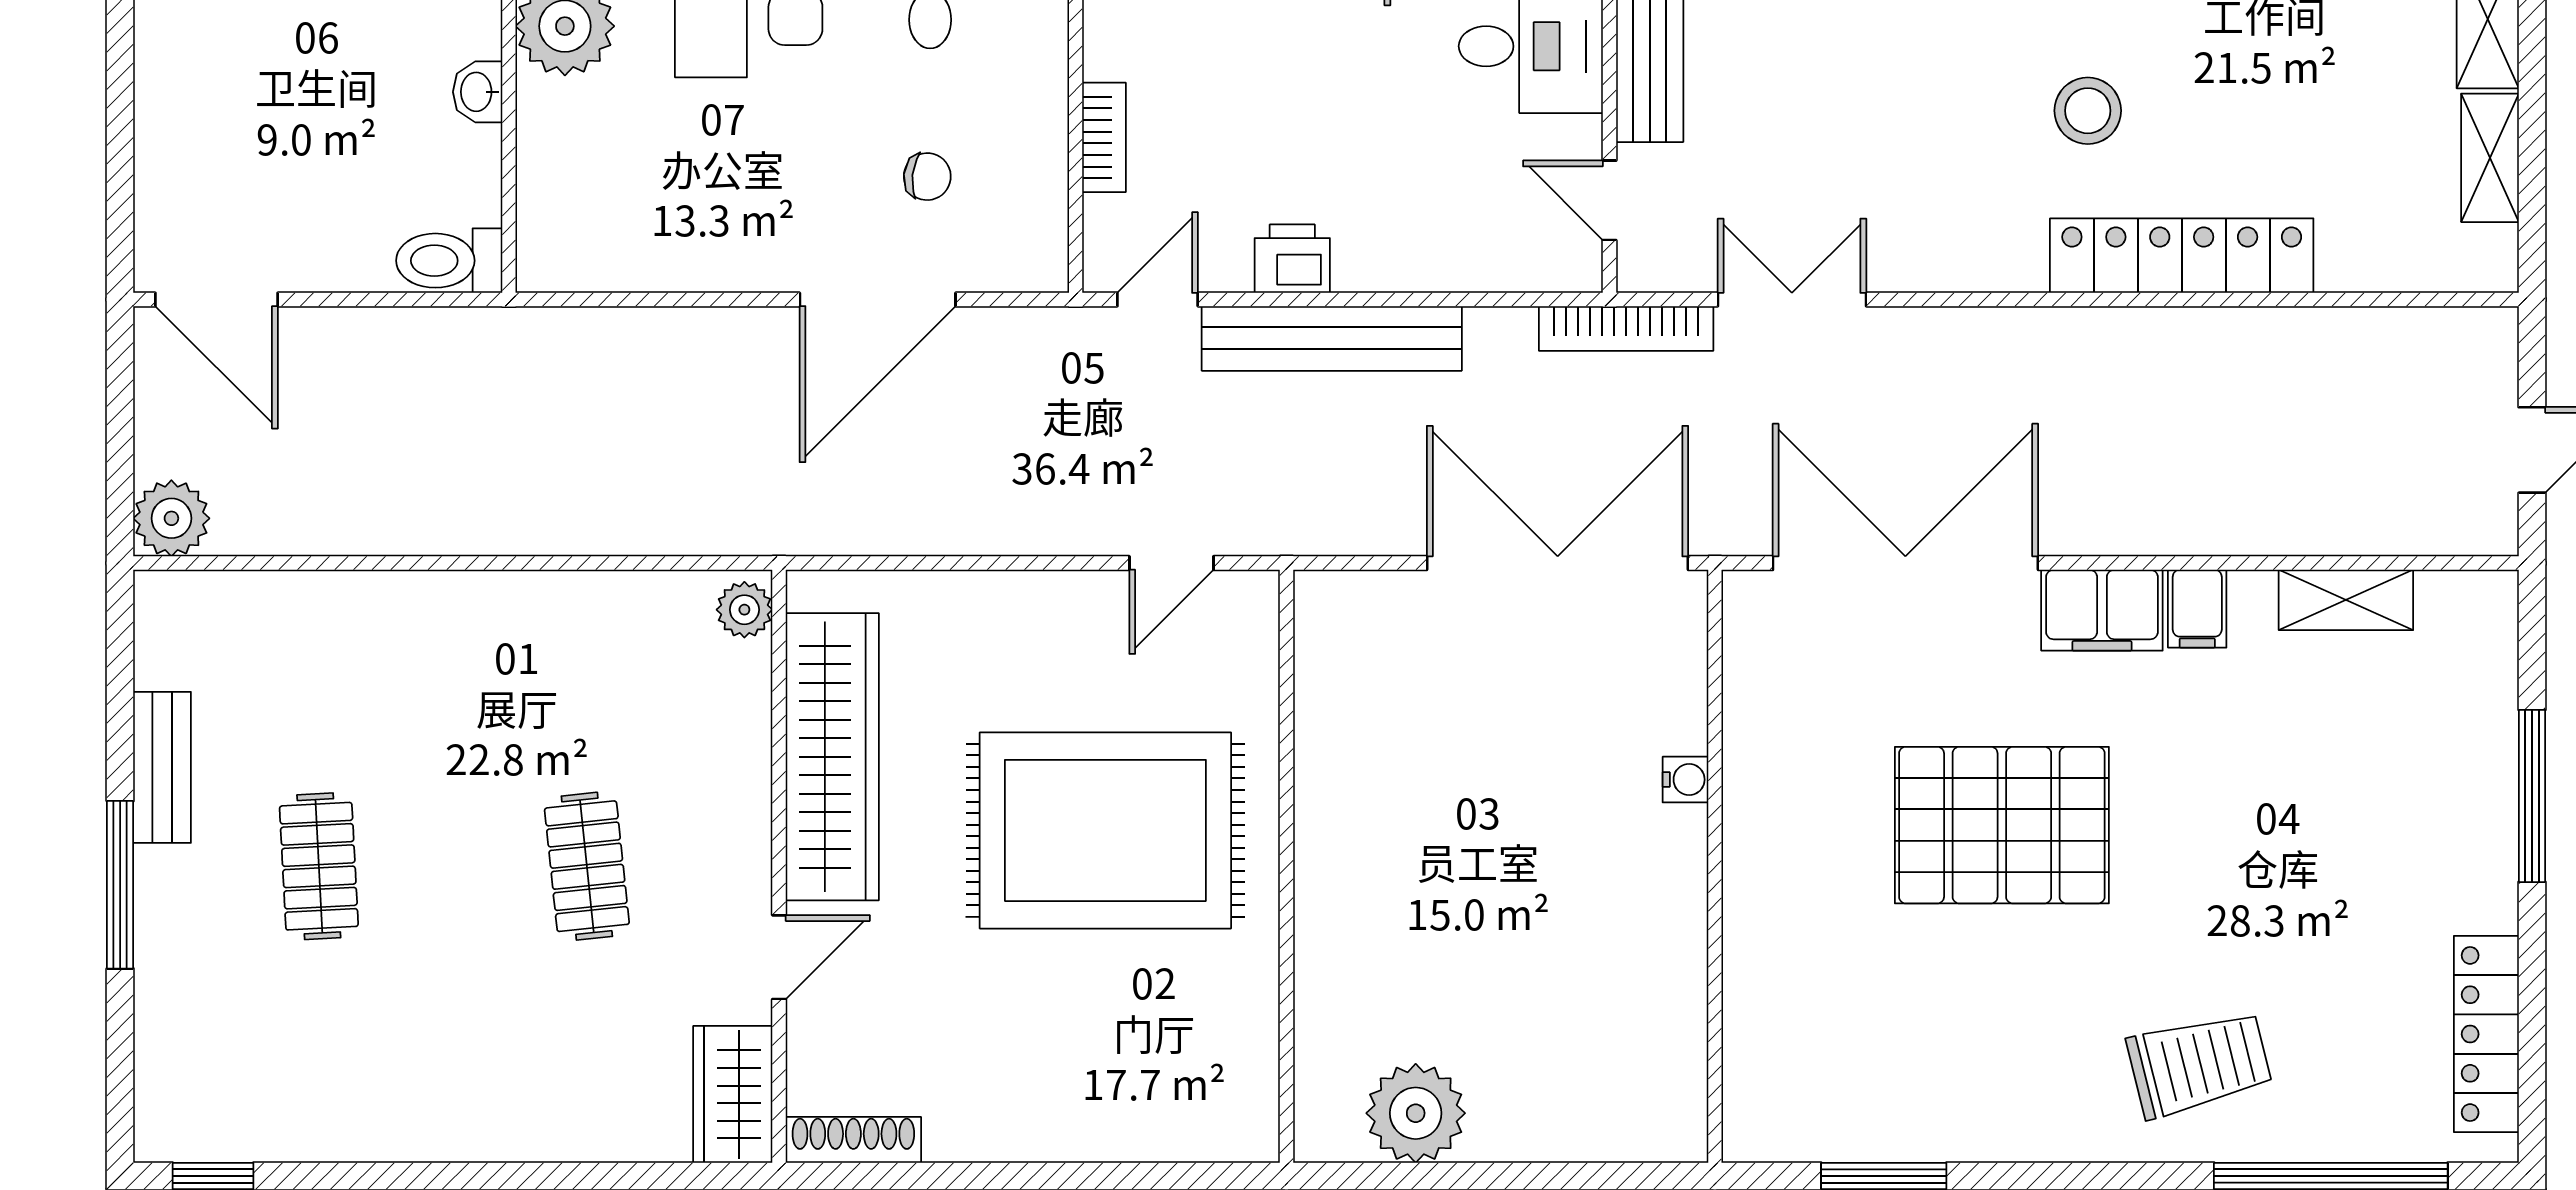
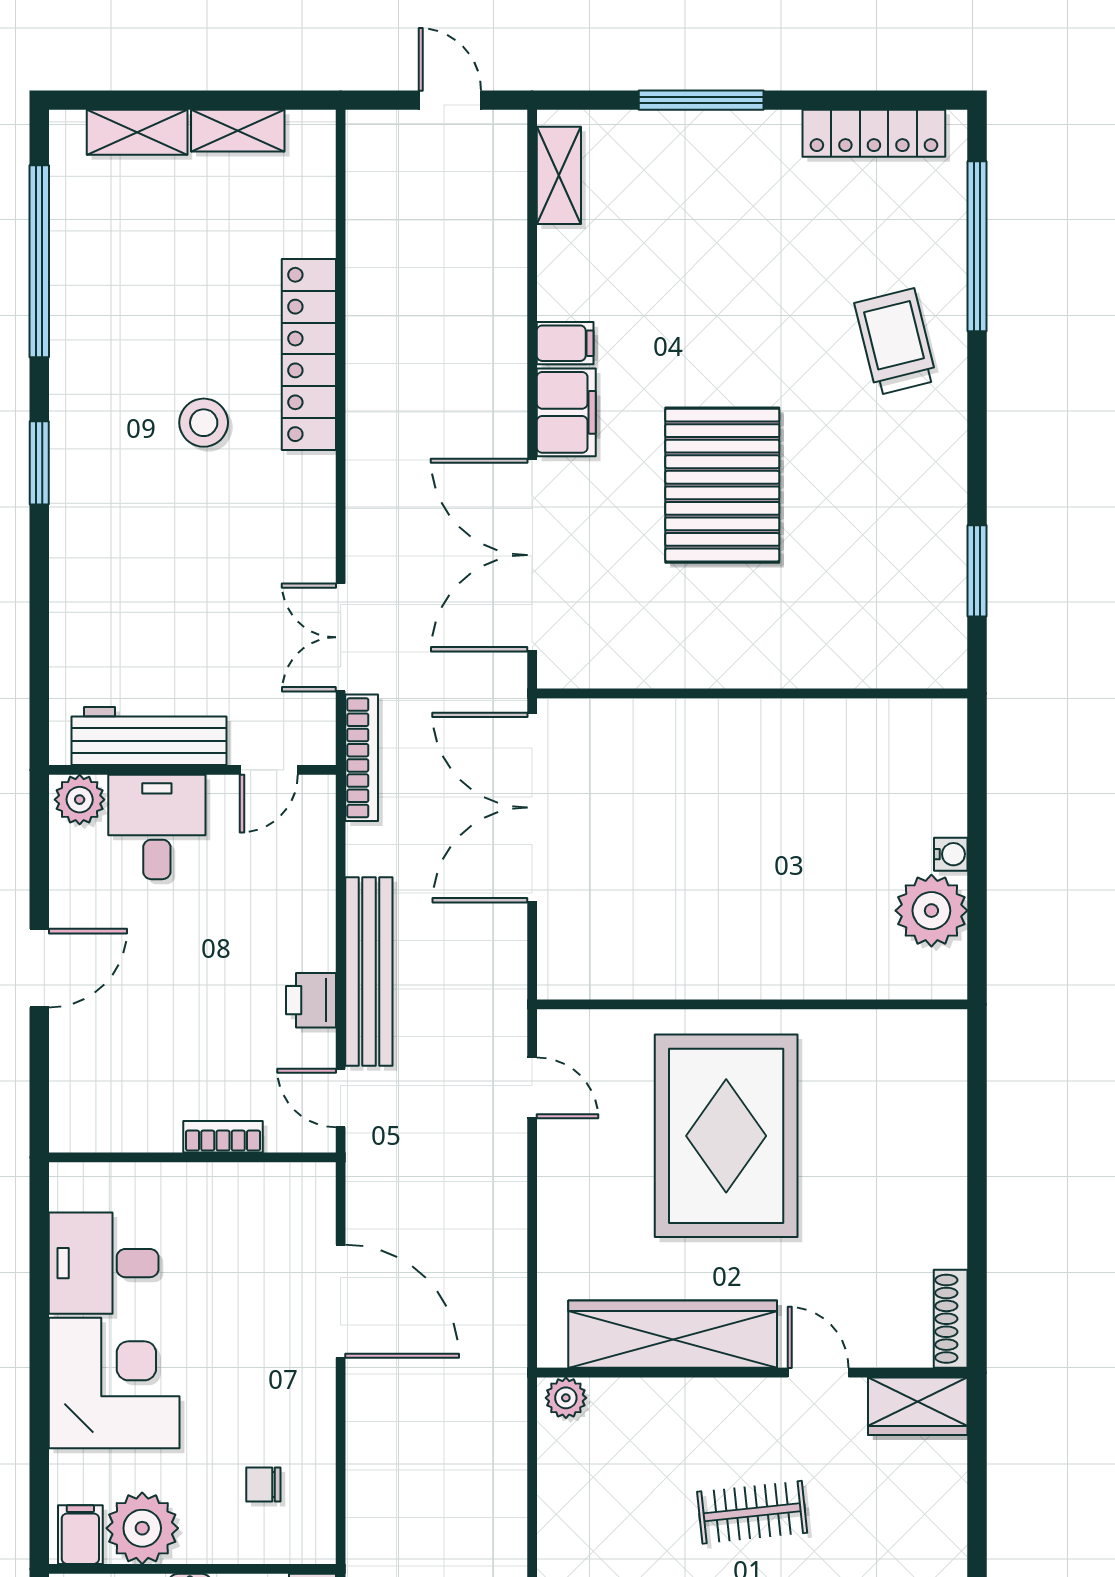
chair: (927, 177) -> (263, 1484), moved, turned -96
shelving: (2346, 600) -> (559, 175), moved
water cooler: (1685, 780) -> (951, 854), moved, turned 90

